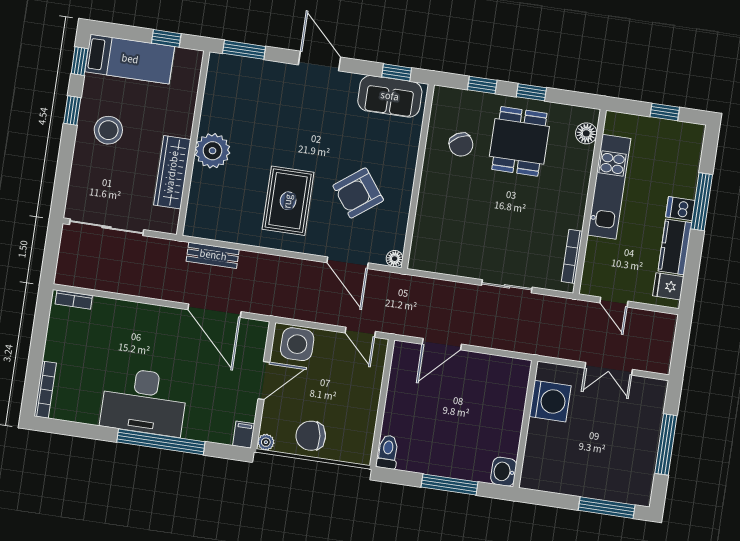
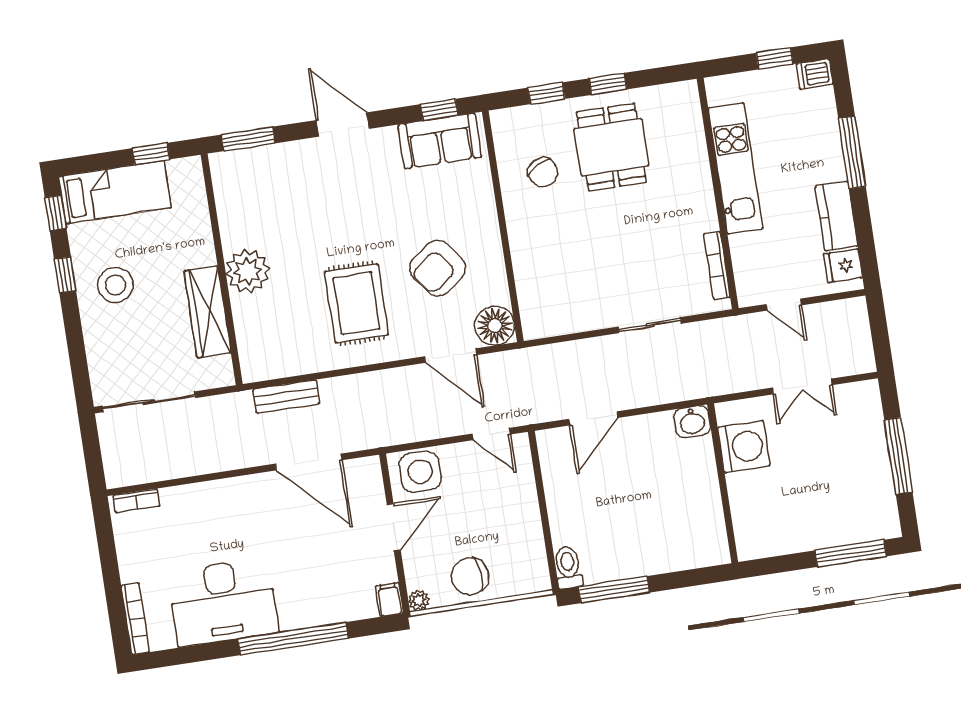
floor lamp: (586, 133) -> (689, 113), removed
dishwasher: (680, 209) -> (814, 74), moved
floor lamp: (395, 259) -> (495, 326), width x1.89, depth x1.89
desk: (144, 402) -> (223, 602), moved
washbasin: (504, 472) -> (692, 422), moved, turned -90
window: (450, 484) -> (614, 590), moved

